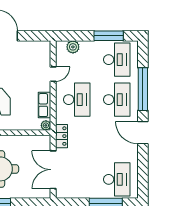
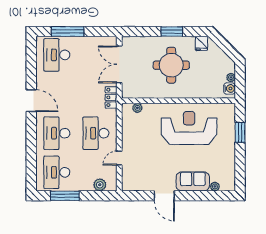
window: (143, 89) -> (31, 143), removed
row of seats: (45, 105) -> (128, 128), removed
plant: (46, 125) -> (137, 108), moved
double door: (53, 170) -> (119, 64), swing flipped

